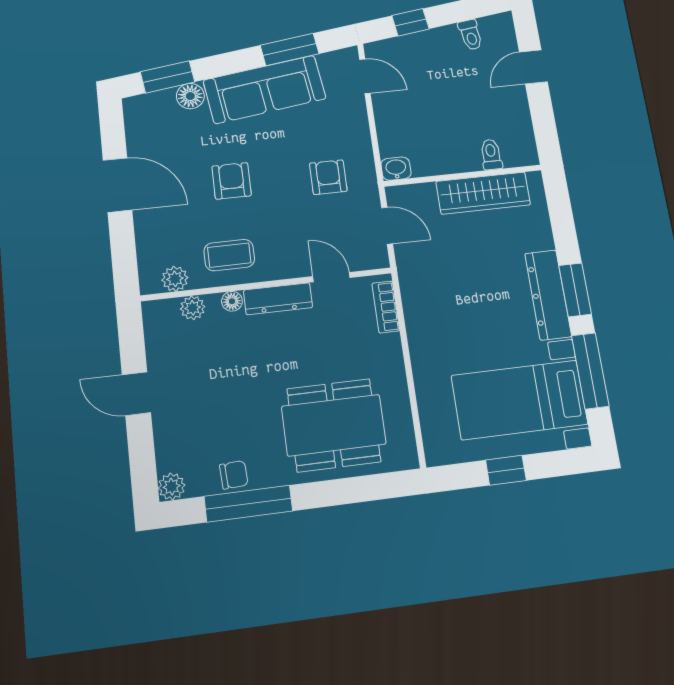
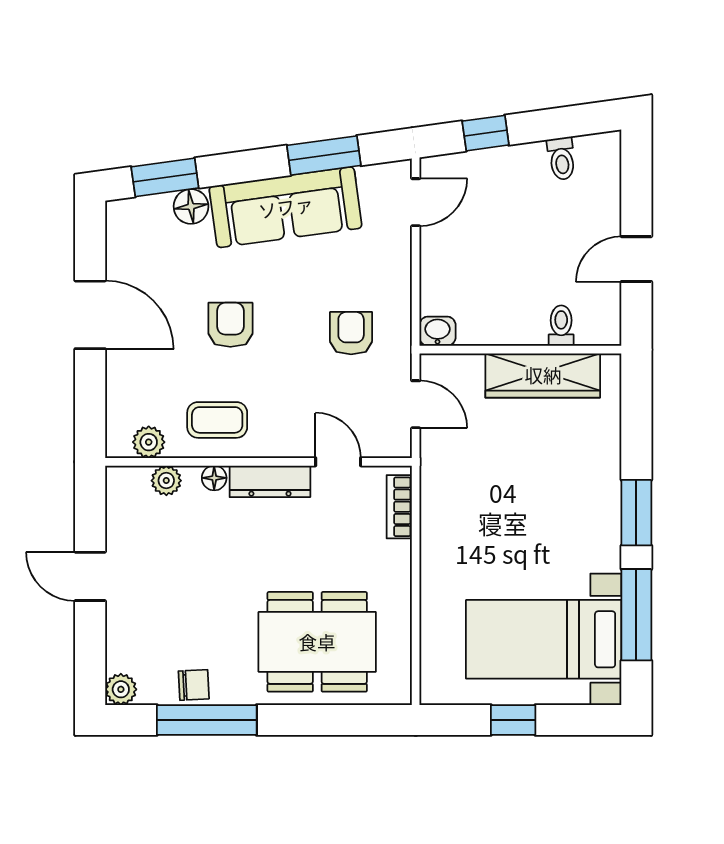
door: (533, 67) -> (636, 259), moved
door: (365, 76) -> (416, 202), hinge flipped
dresser: (548, 295) -> (602, 515), removed

